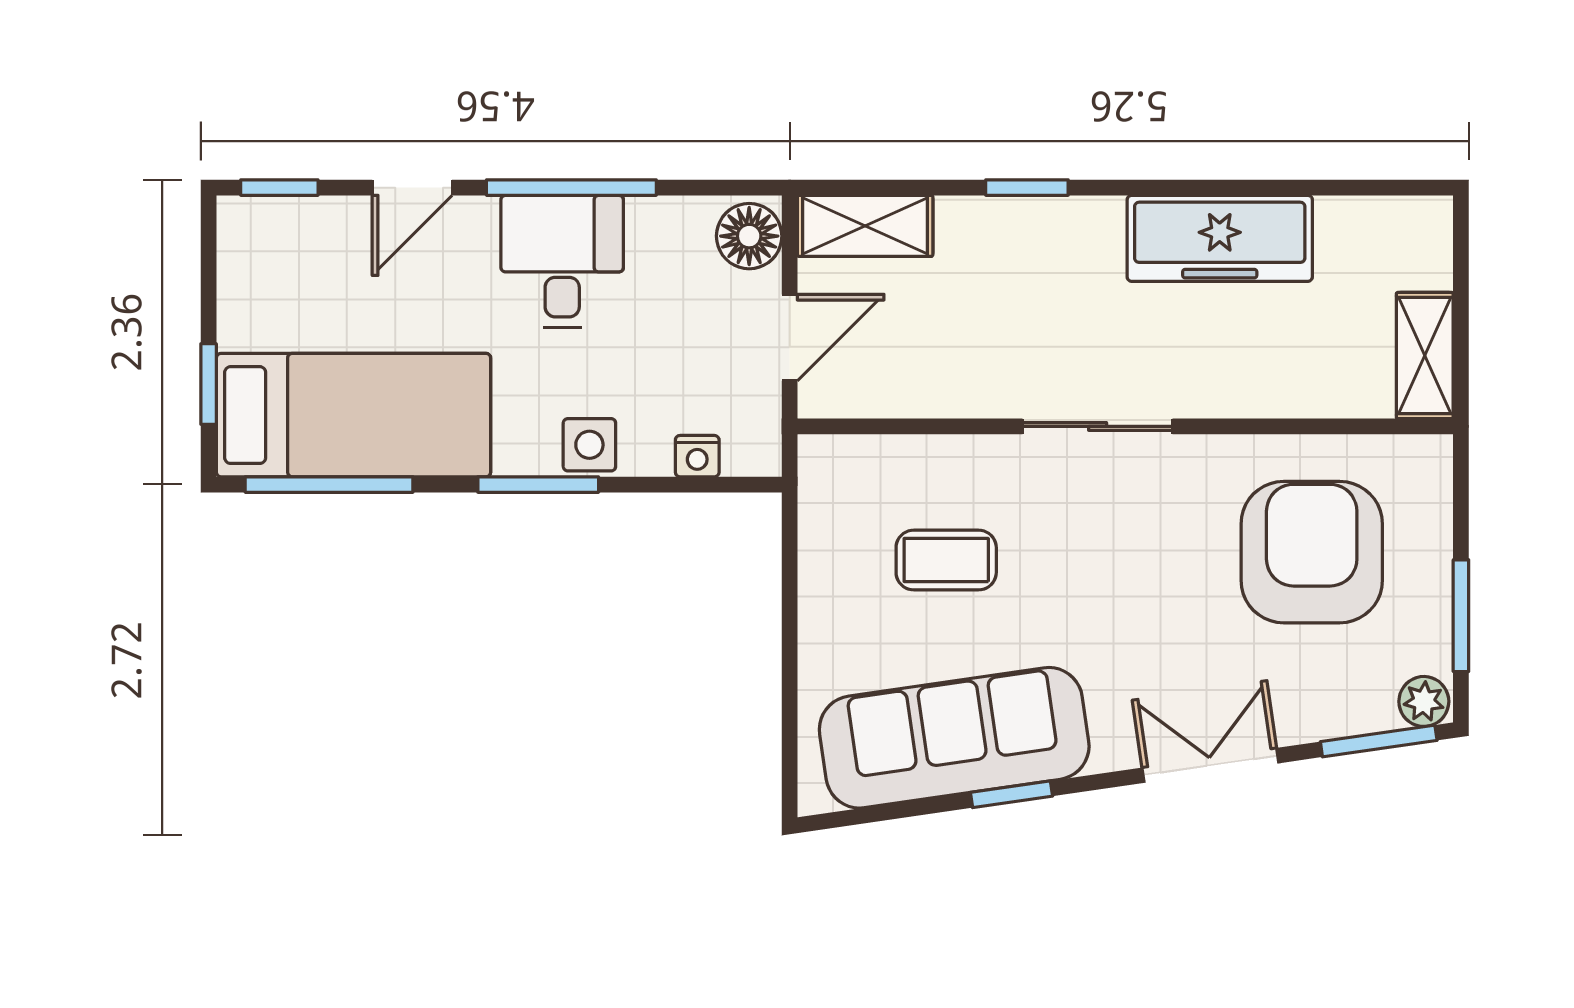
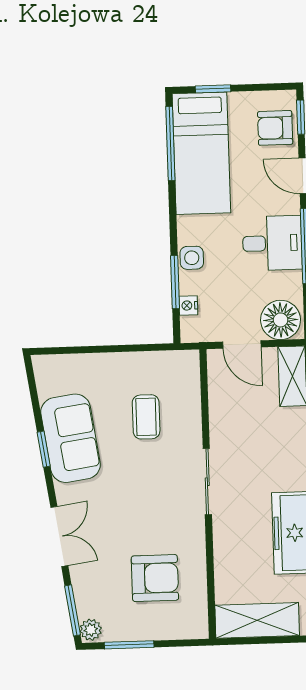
floor lamp: (749, 236) -> (281, 320), width x1.38, depth x1.38
armchair: (302, 246) -> (275, 128), added
shelving: (1425, 356) -> (257, 620), width x1.50, depth x1.33
window: (538, 485) -> (175, 282), moved
armchair: (1312, 552) -> (155, 578), width x0.73, depth x0.73
sofa: (954, 738) -> (71, 438), width x0.73

